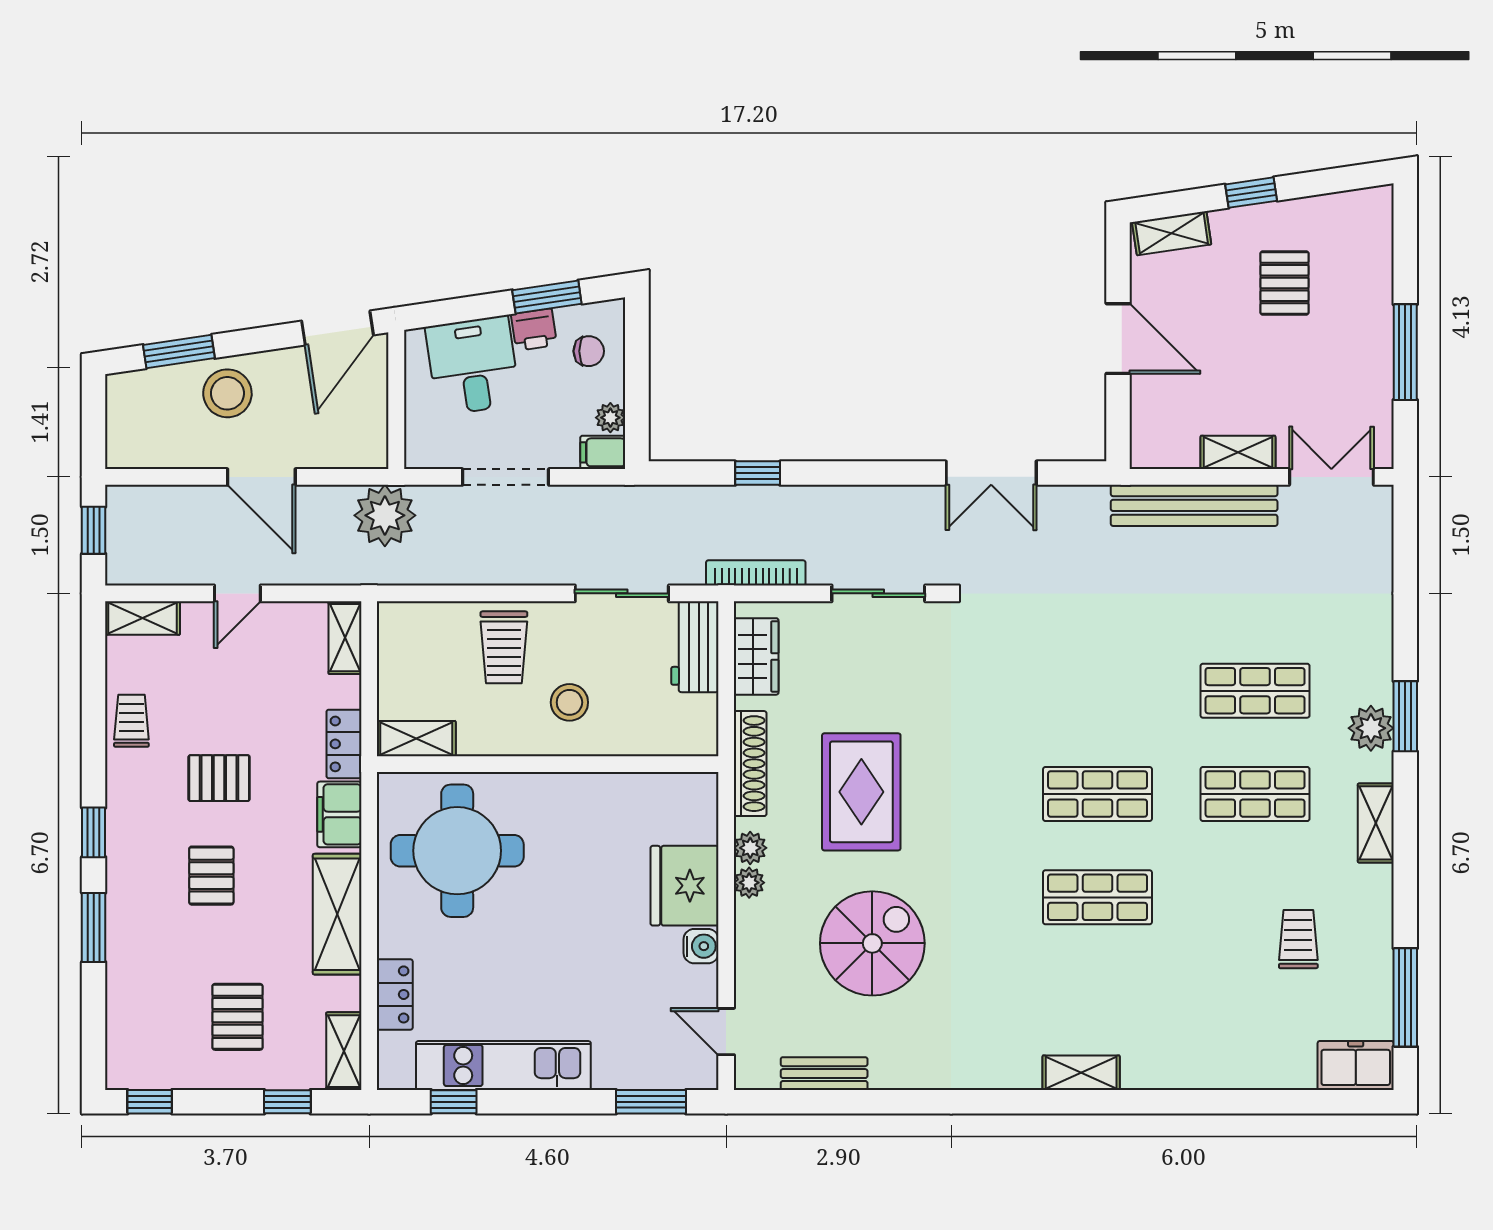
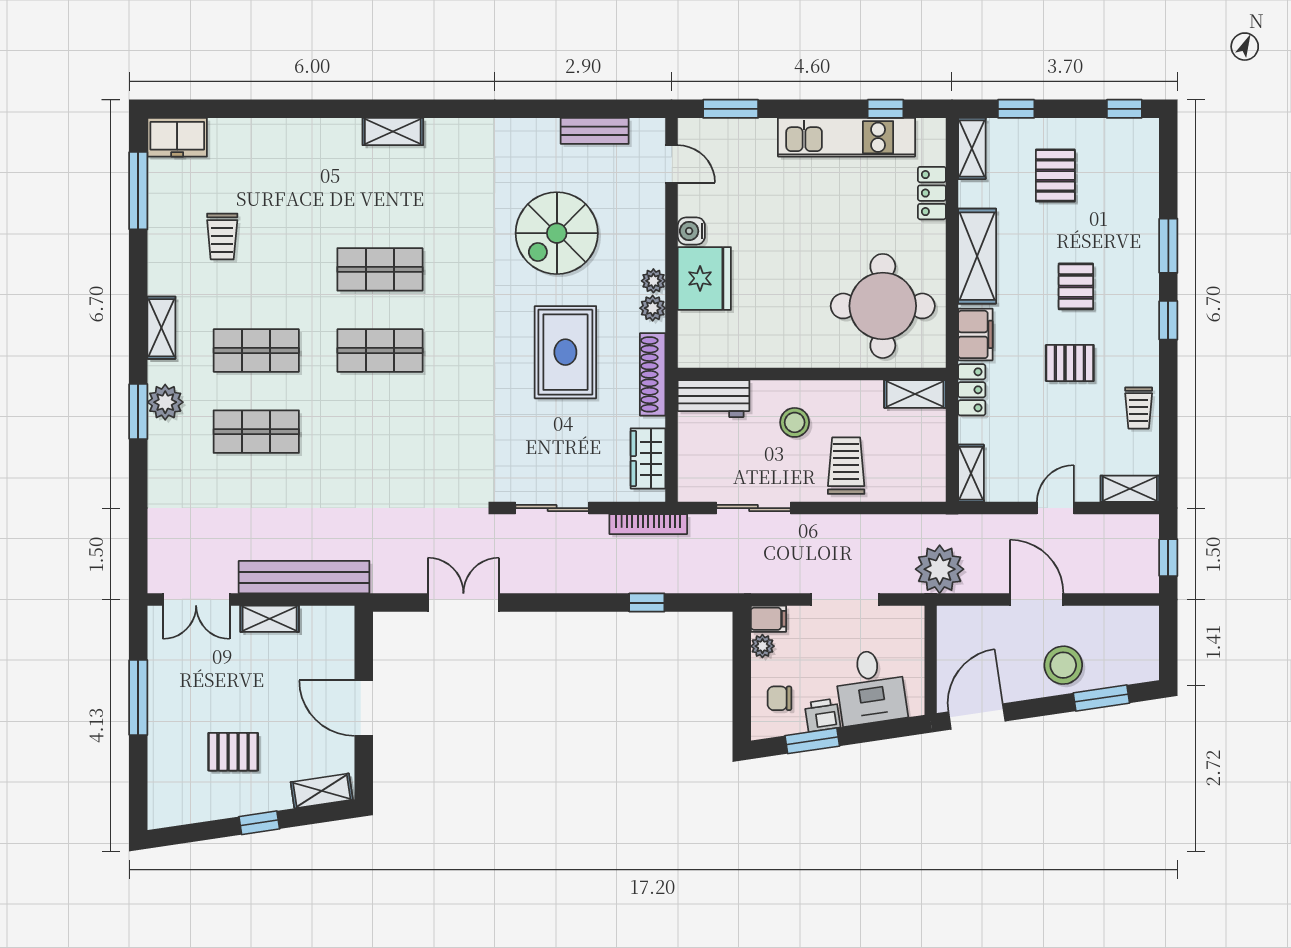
pallet: (1285, 283) -> (233, 752), turned 90
workbench: (695, 647) -> (713, 399), moved, turned 90

